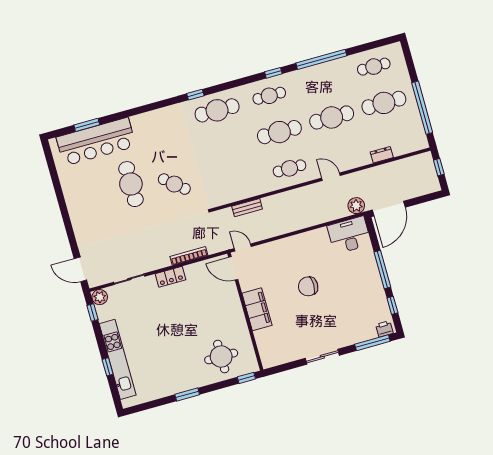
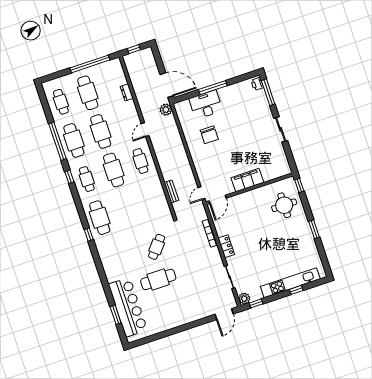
cafe table: (322, 81) -> (74, 140), added
desk: (349, 235) -> (206, 105), moved, turned 90
chair: (308, 286) -> (209, 135), moved
window: (392, 305) -> (239, 79), removed

